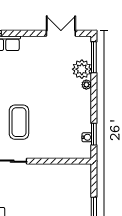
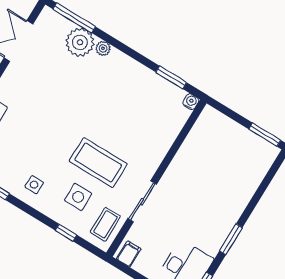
water cooler: (87, 137) -> (191, 102), moved

